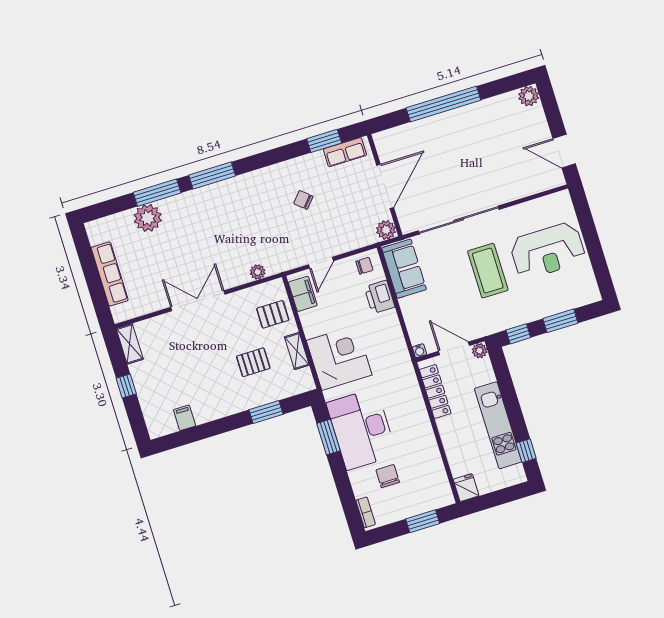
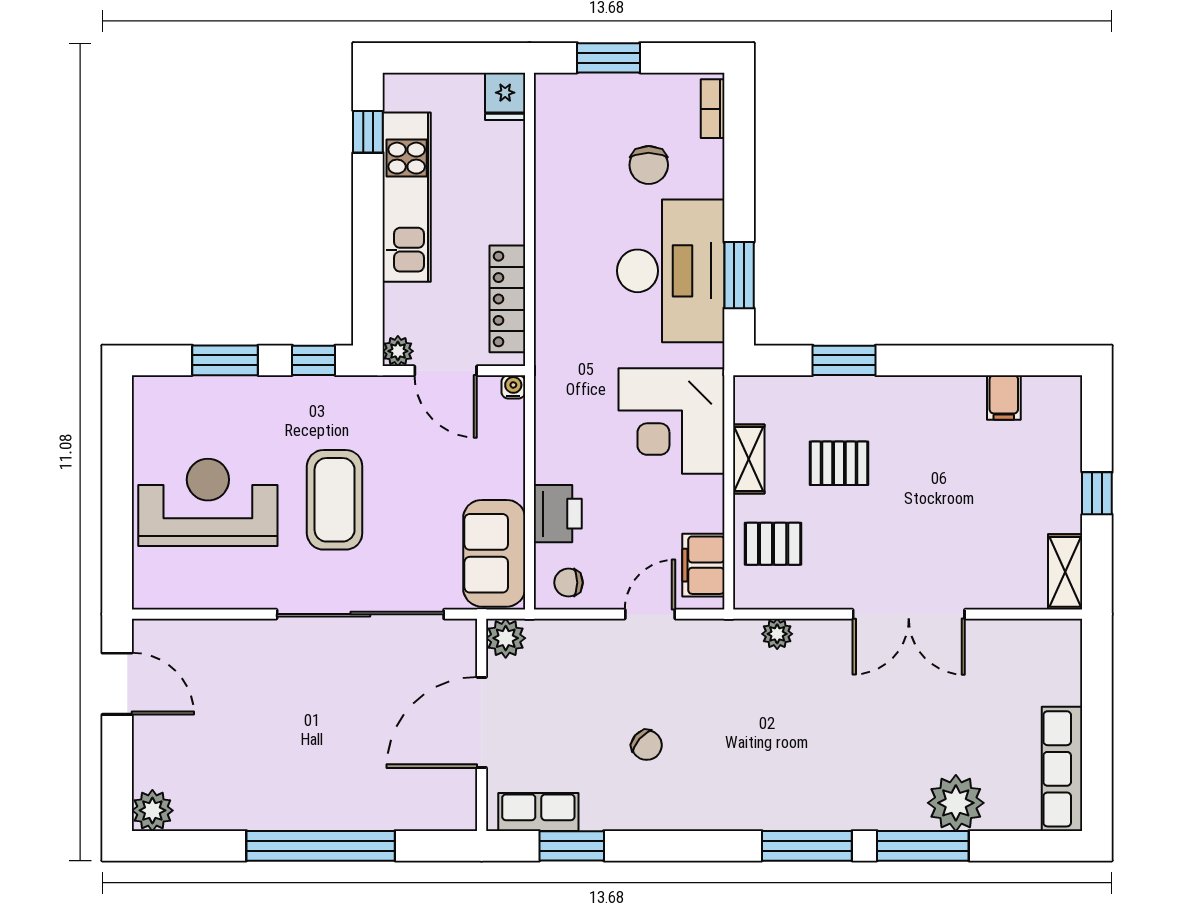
row of seats: (110, 274) -> (1062, 769), moved

